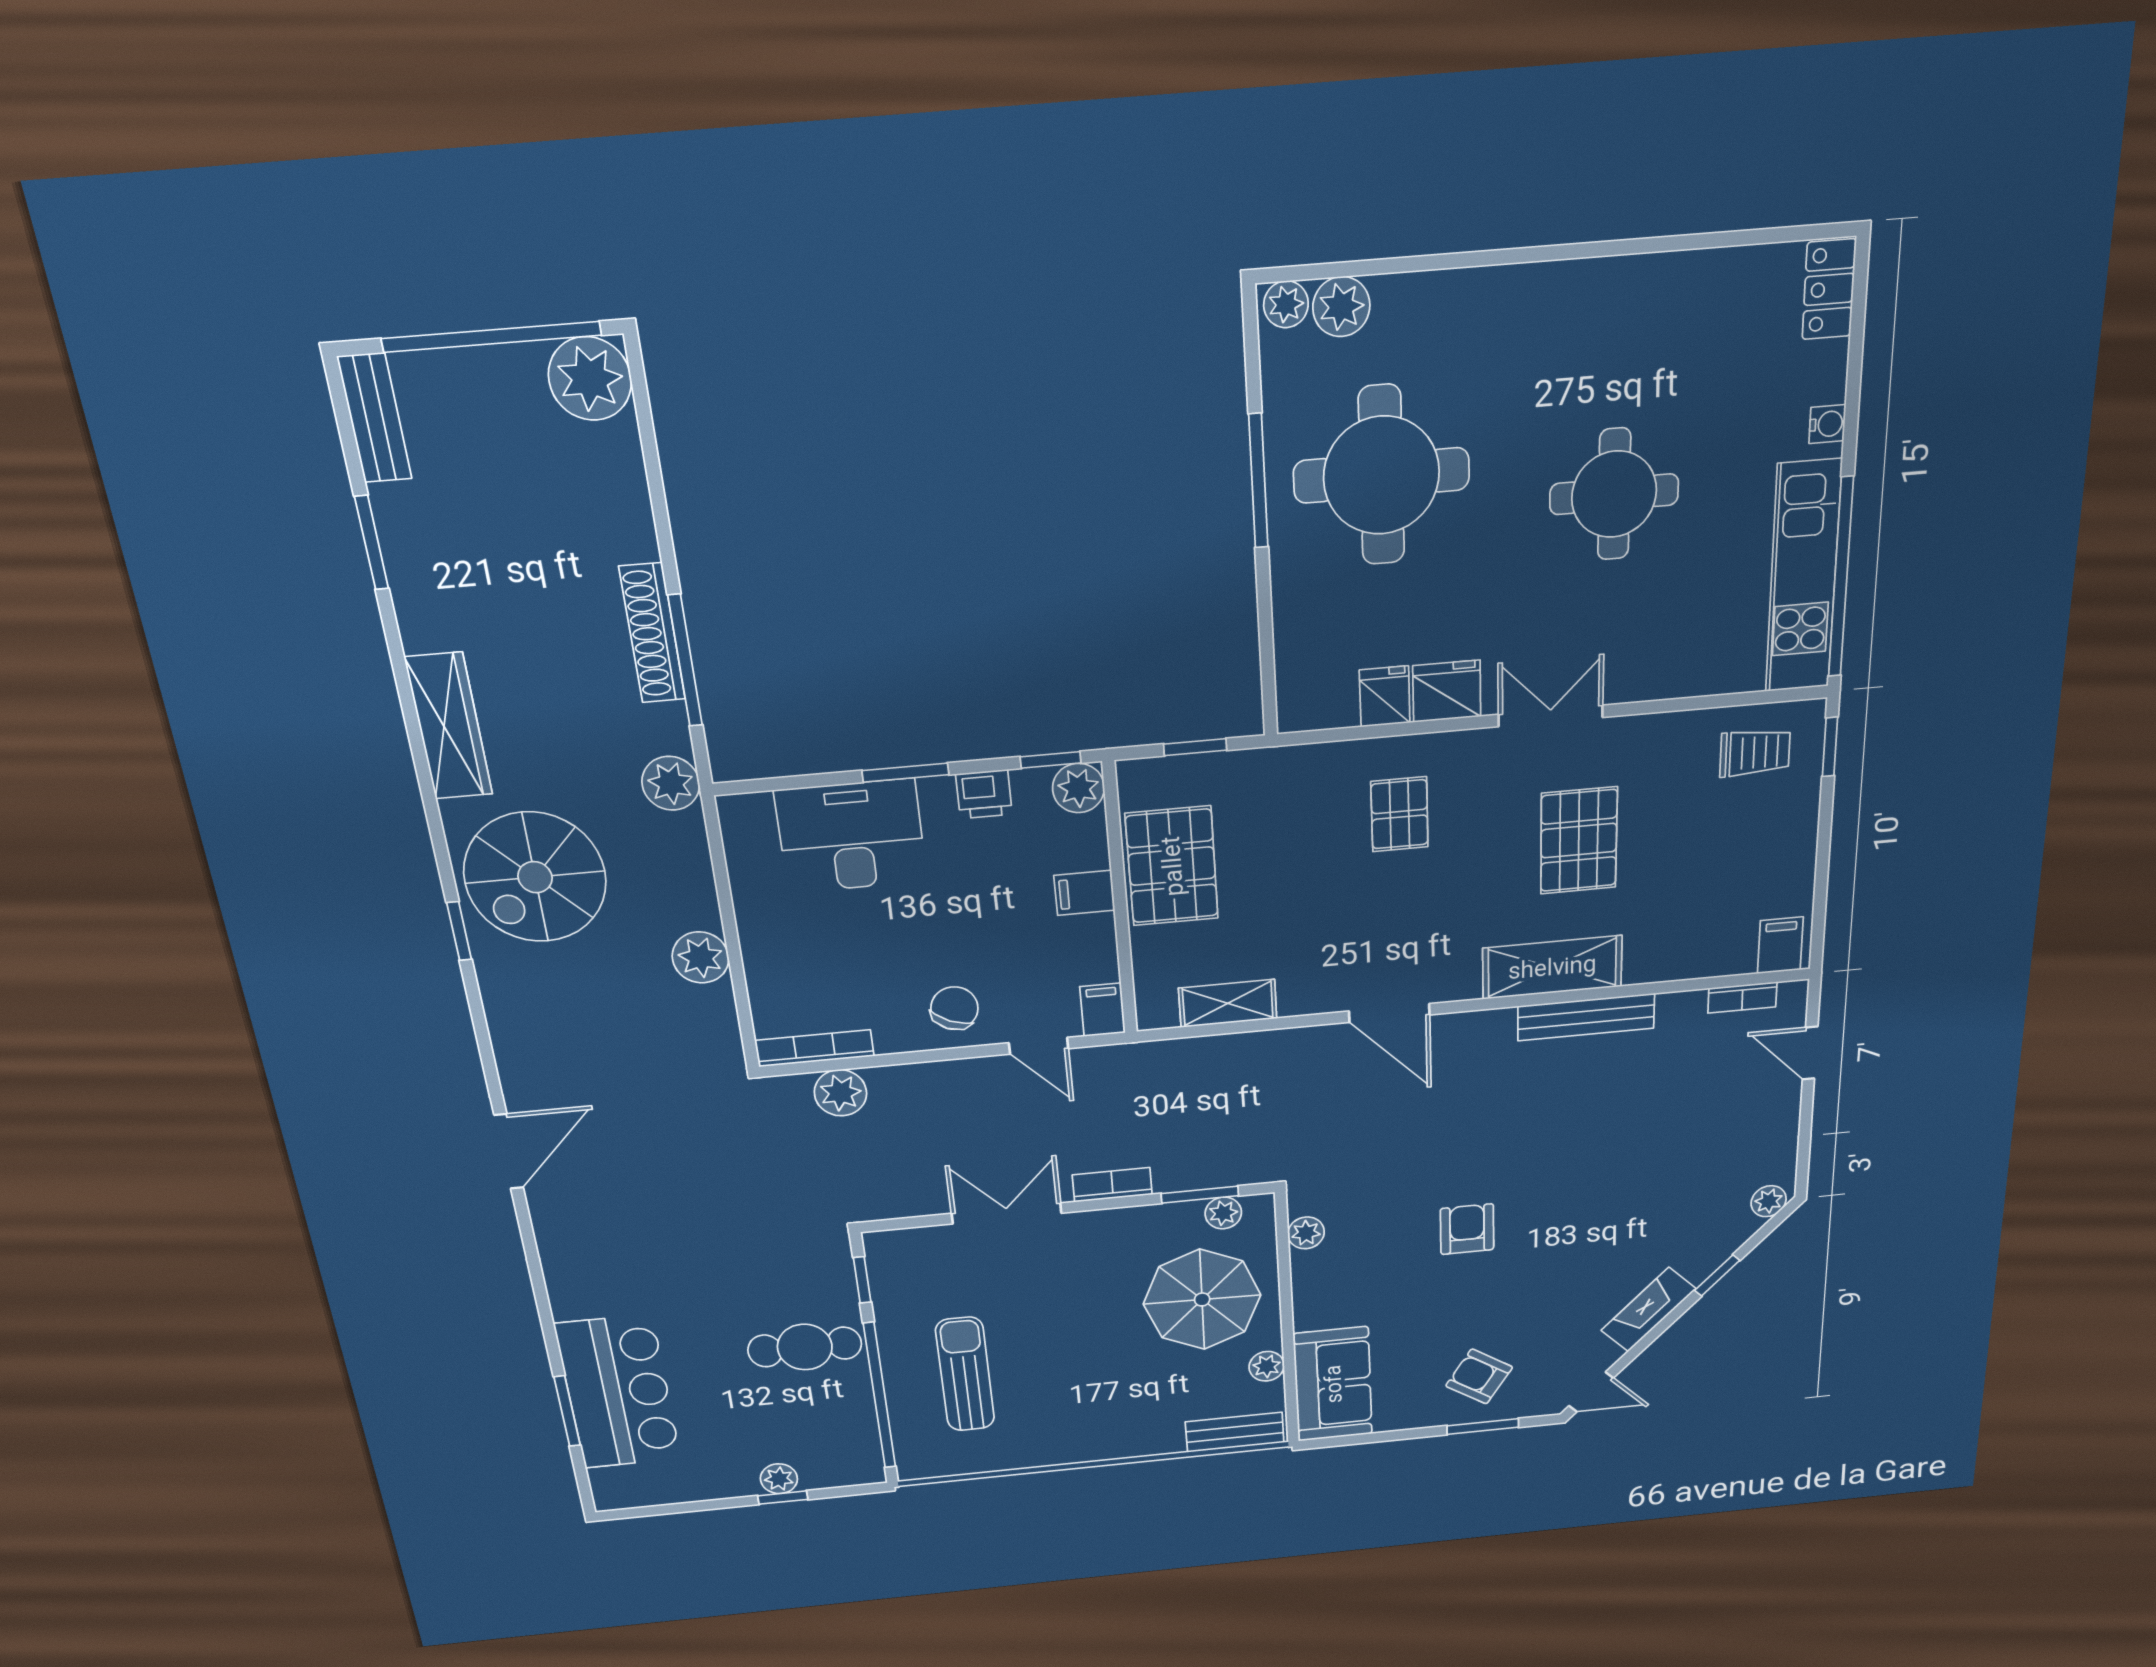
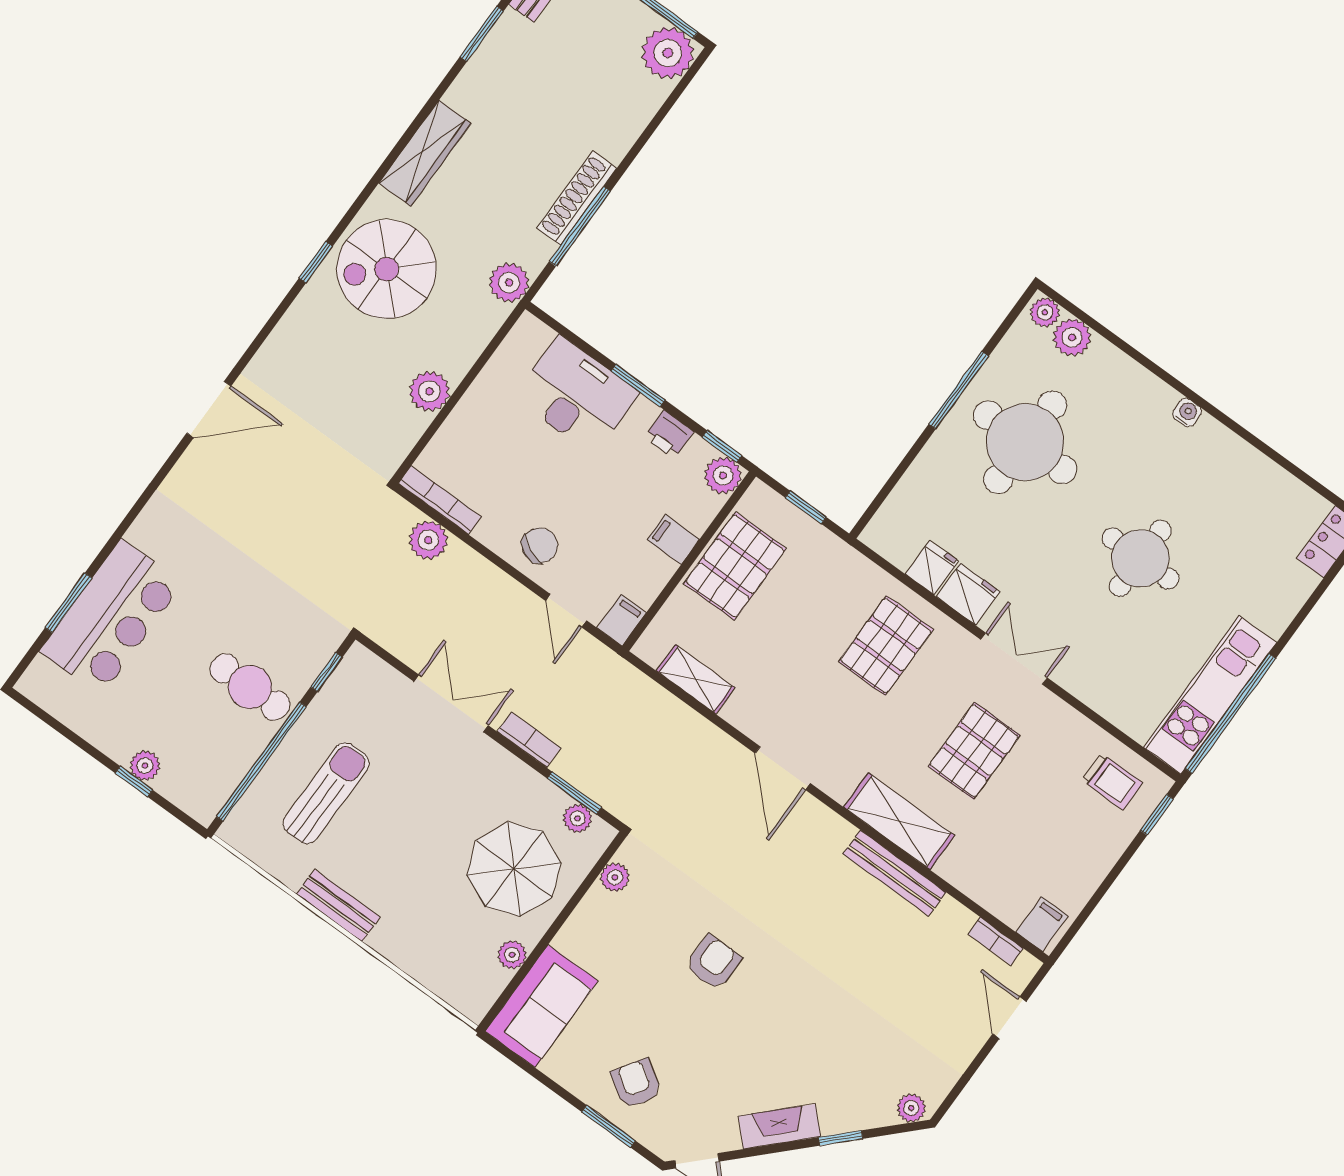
water cooler: (1827, 424) -> (1187, 413), moved, turned -90
pallet: (1400, 814) -> (886, 646), width x1.50, depth x1.42
bench: (1235, 1432) -> (338, 906), moved

